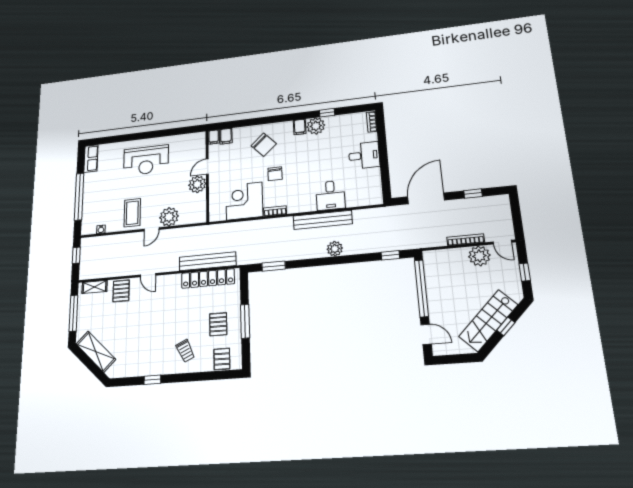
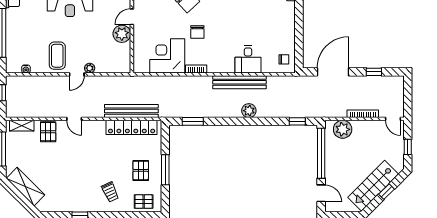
desk: (364, 155) -> (281, 24), removed
chair: (370, 191) -> (284, 59), added
plant: (169, 217) -> (90, 68), width x0.53, depth x0.53
plant: (479, 256) -> (343, 129), moved
pallet: (222, 359) -> (144, 202), turned 90

